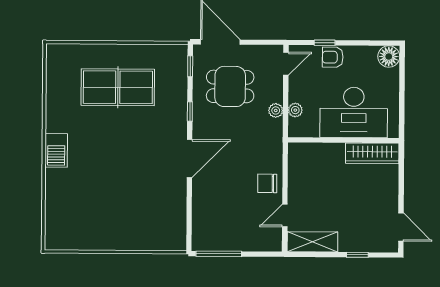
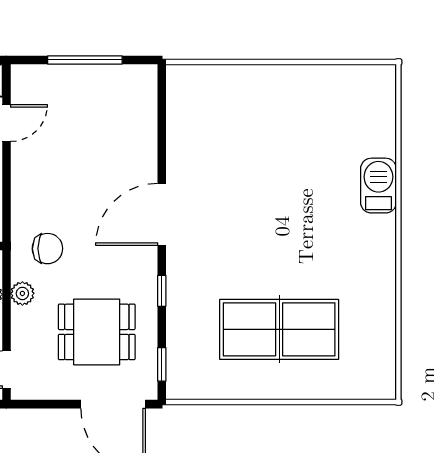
barbecue: (56, 150) -> (378, 186), moved
chair: (267, 183) -> (47, 249), moved
window: (219, 254) -> (85, 60), moved

